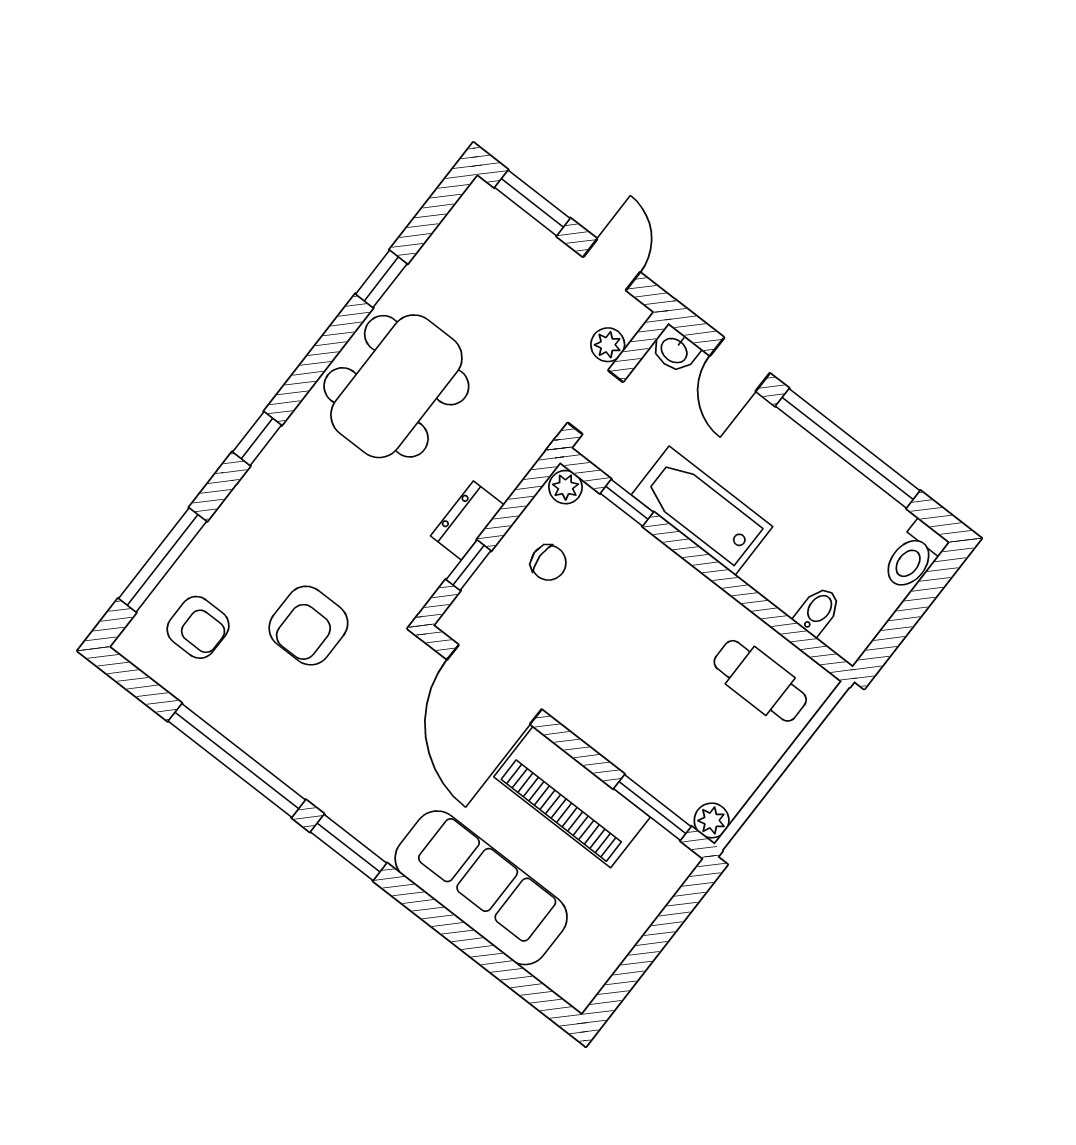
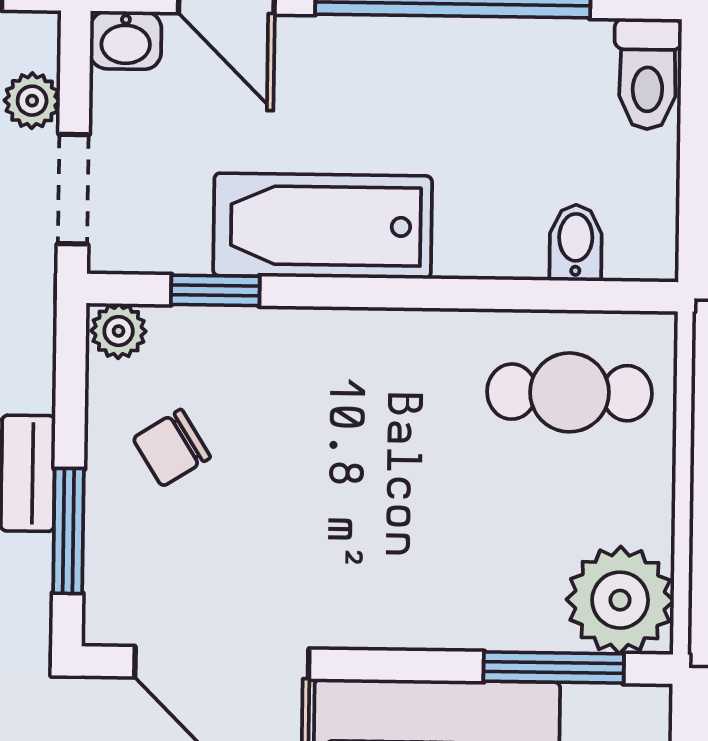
chair: (549, 563) -> (172, 448), turned 150
window: (469, 565) -> (68, 531), width x1.50
plant: (712, 820) -> (620, 600), width x1.87, depth x1.87

